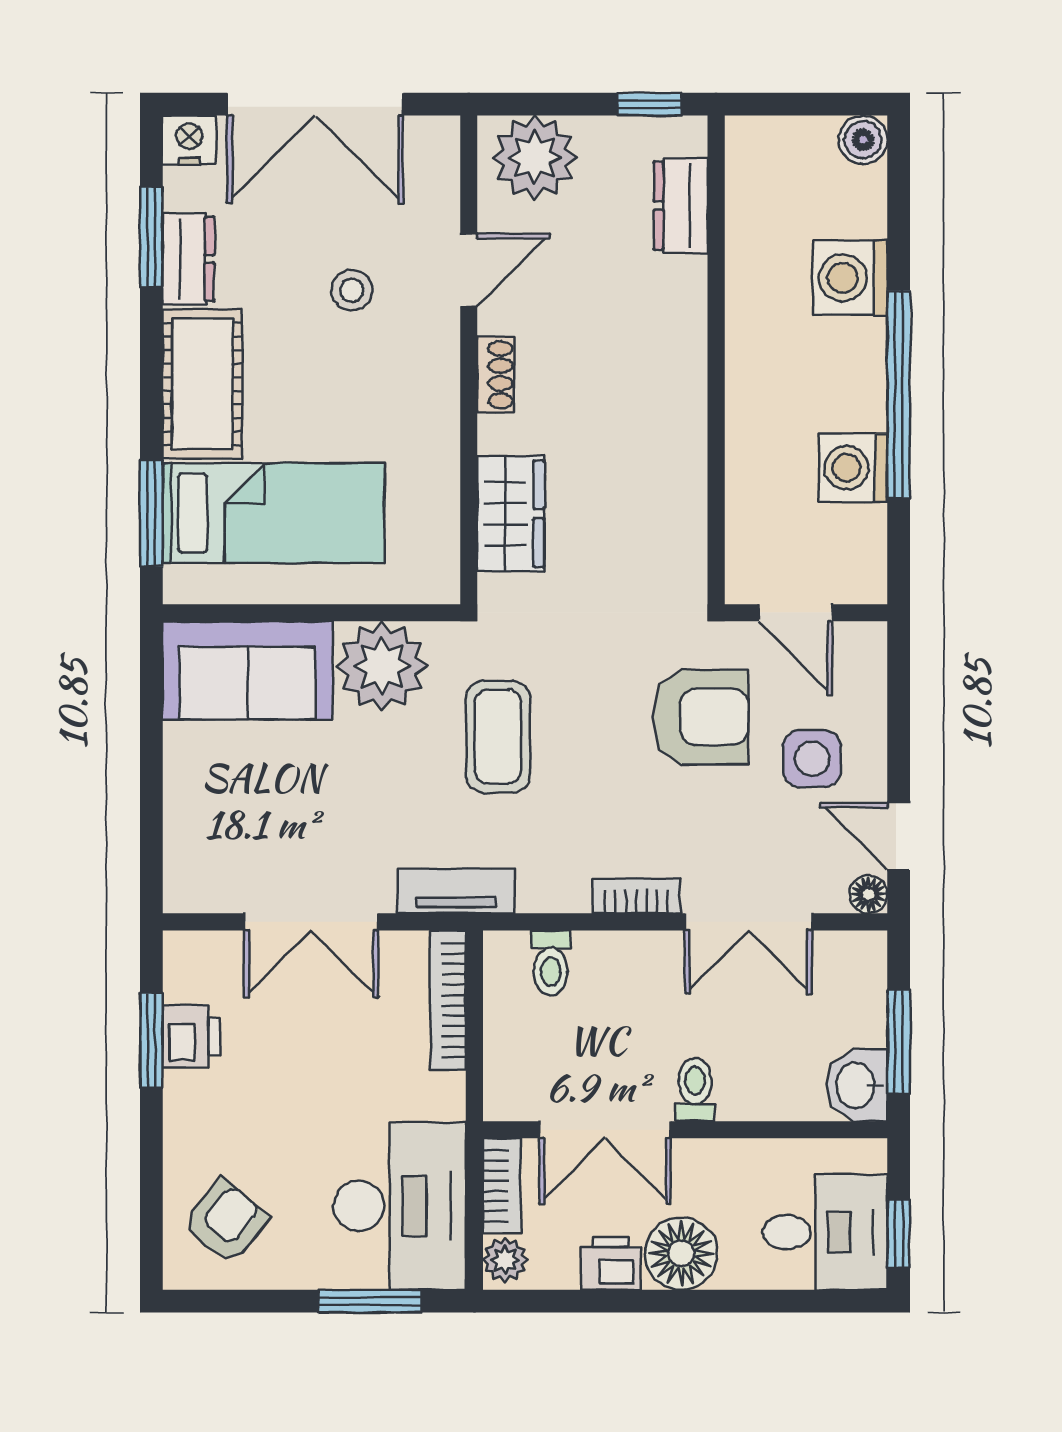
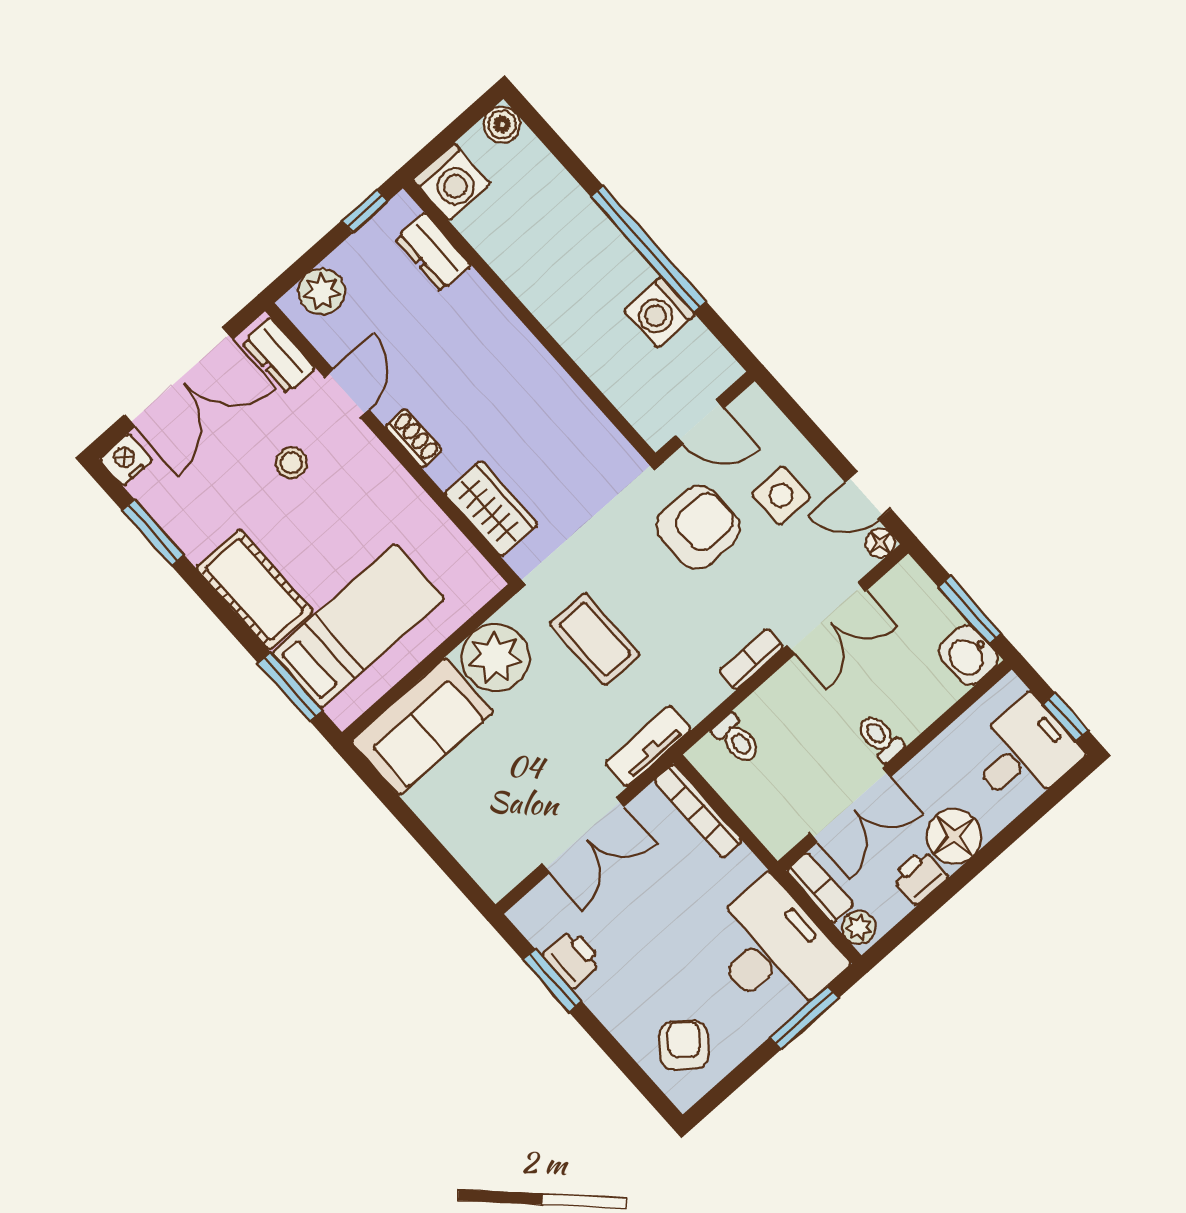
plant: (535, 158) -> (322, 291), width x0.73, depth x0.73
dresser: (188, 259) -> (279, 356), moved, turned 180
washing machine: (850, 278) -> (452, 182), moved, turned -90

